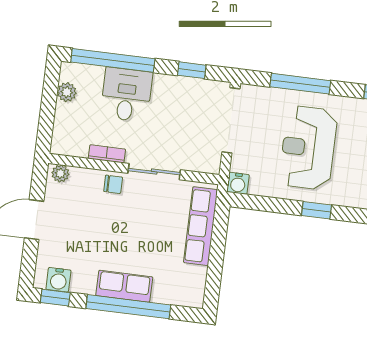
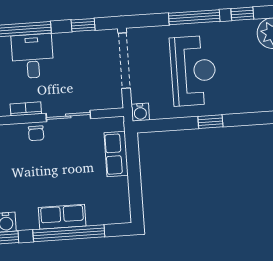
window: (300, 84) -> (194, 17), moved
reception desk: (308, 148) -> (193, 71), turned 180
chair: (113, 184) -> (36, 133), turned 90
row of seats: (201, 226) -> (116, 154), width x0.68

